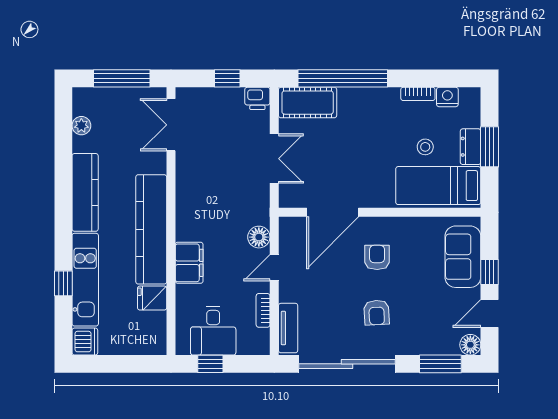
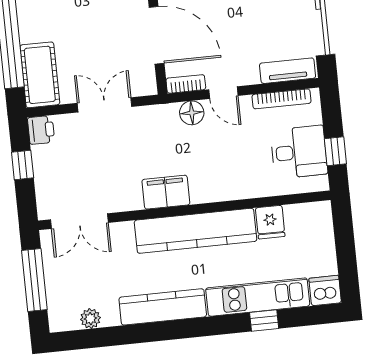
bookcase: (286, 234) -> (186, 84), added
filing cabinet: (189, 263) -> (166, 192), moved
bookcase: (263, 310) -> (282, 99), width x1.56

